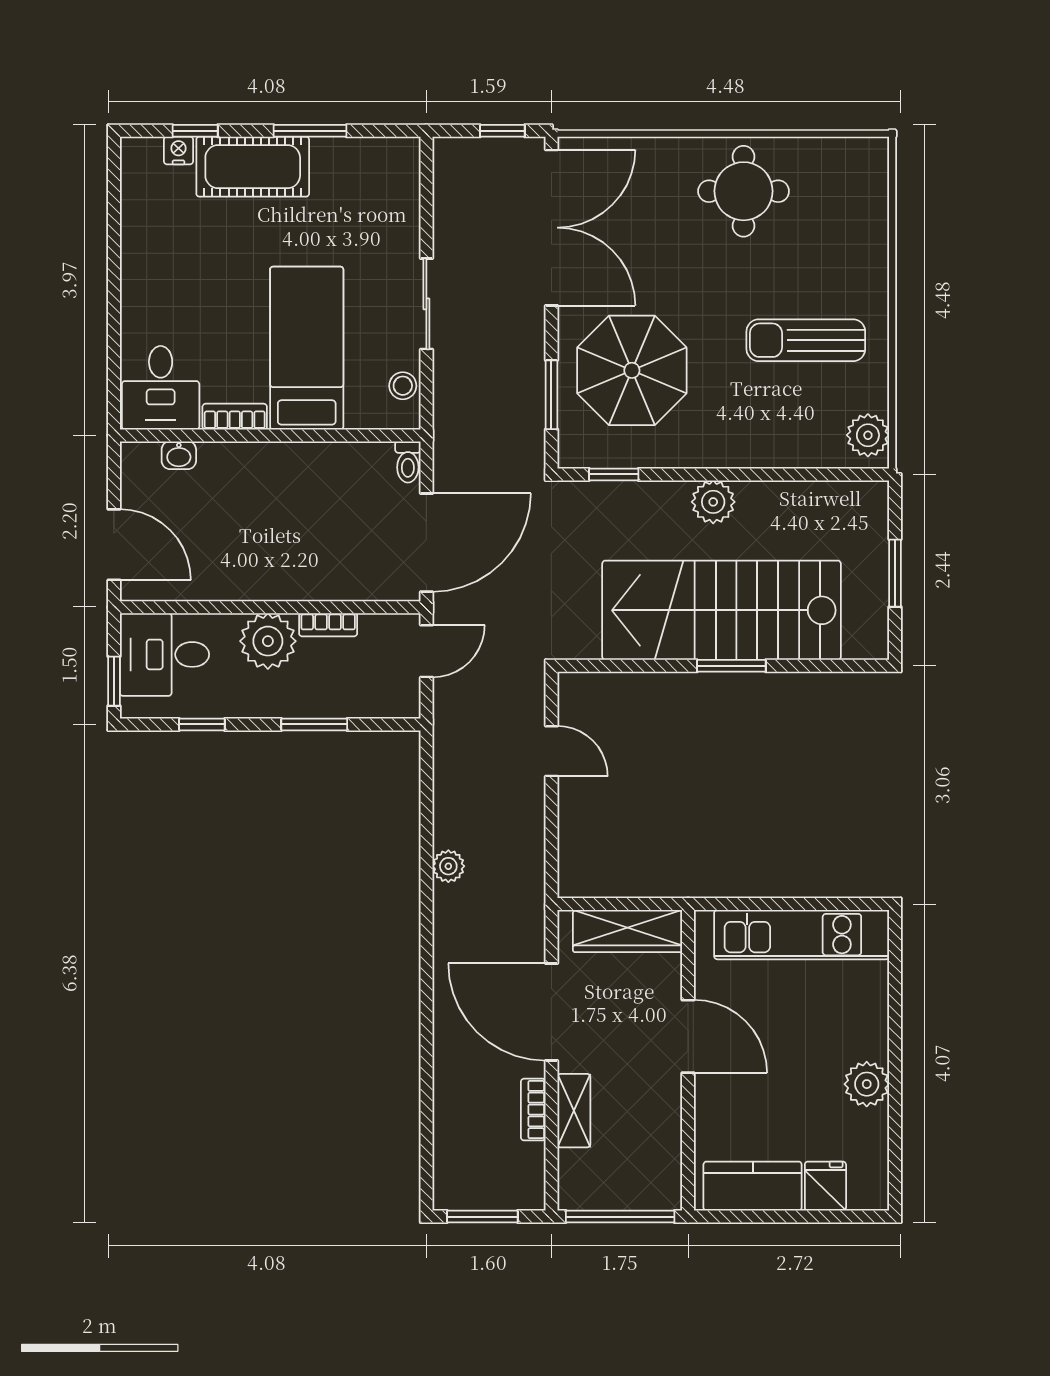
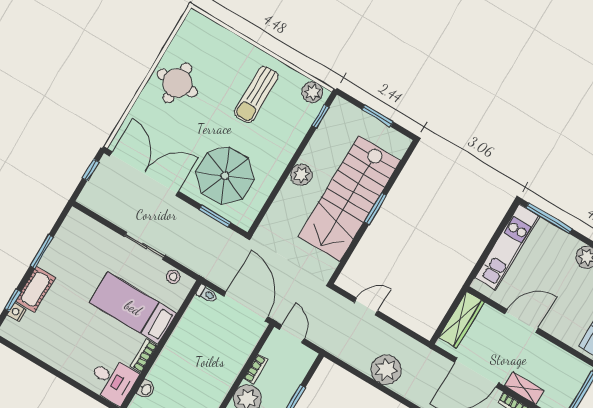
cot: (253, 167) -> (35, 289), width x0.73, depth x0.75
window: (614, 474) -> (320, 116), moved
plant: (448, 866) -> (386, 370), width x1.87, depth x1.87
window: (895, 978) -> (549, 218), added

